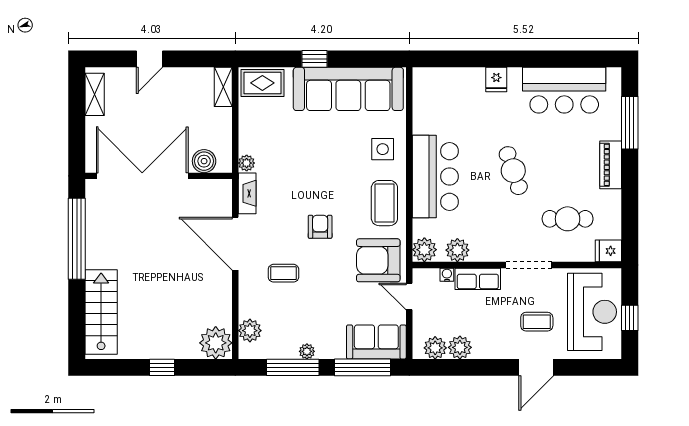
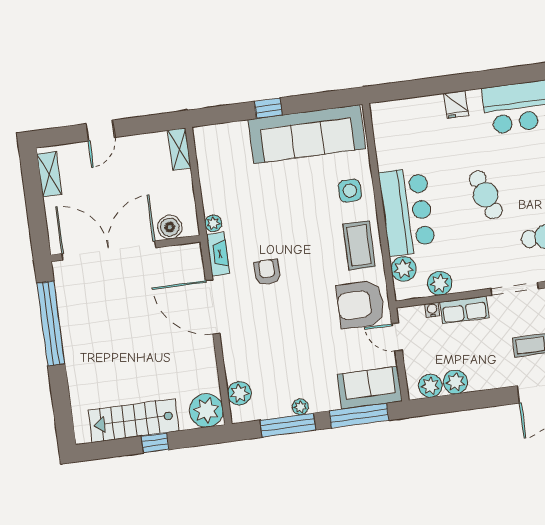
rug: (262, 83) -> (219, 140), removed
armchair: (320, 227) -> (267, 272), moved
plant: (424, 250) -> (404, 269), moved
coffee table: (283, 273) -> (266, 330), removed
stairs: (101, 312) -> (134, 421), moved, turned -90

